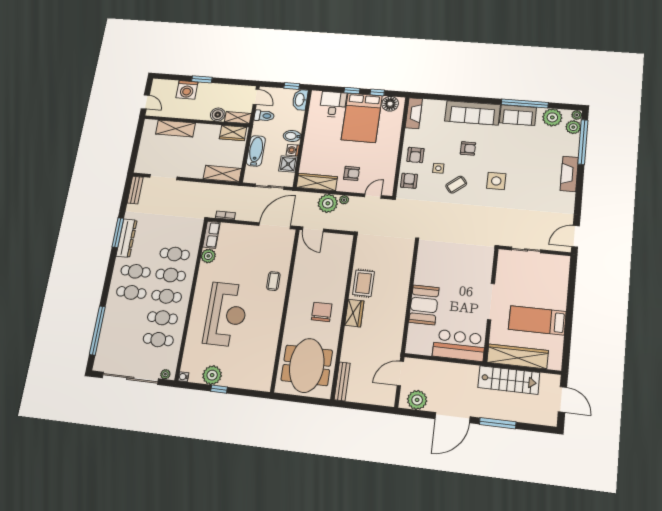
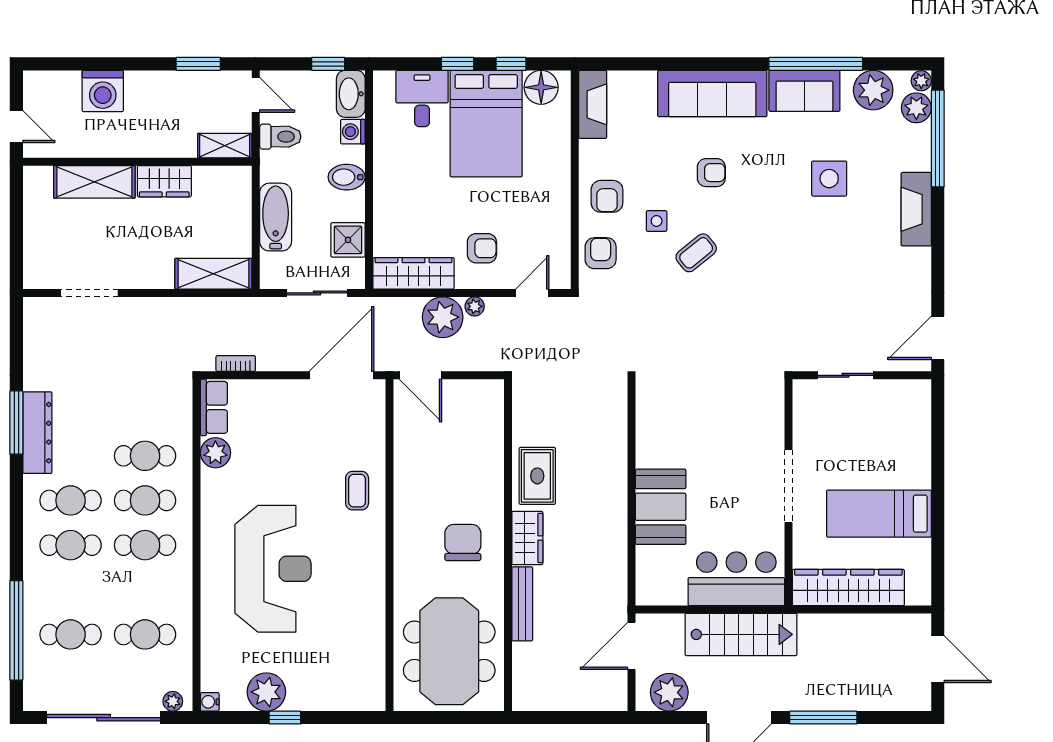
window: (202, 79) -> (198, 64), moved
boiler: (218, 115) -> (180, 142), removed
wardrobe: (233, 133) -> (164, 181), moved
washing machine: (293, 150) -> (353, 132), moved
side table: (496, 181) -> (829, 179), moved
bench: (135, 190) -> (34, 327), removed
cafe table: (162, 318) -> (71, 634), moved
stairs: (509, 380) -> (741, 634), moved
bench: (342, 381) -> (522, 604), moved

